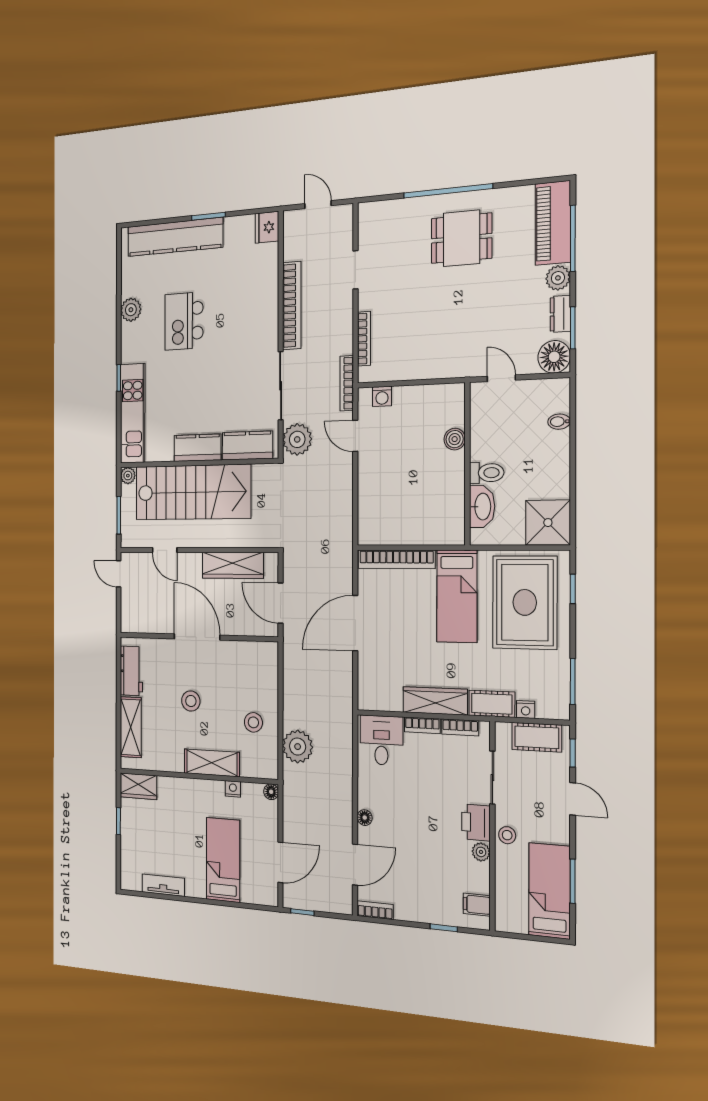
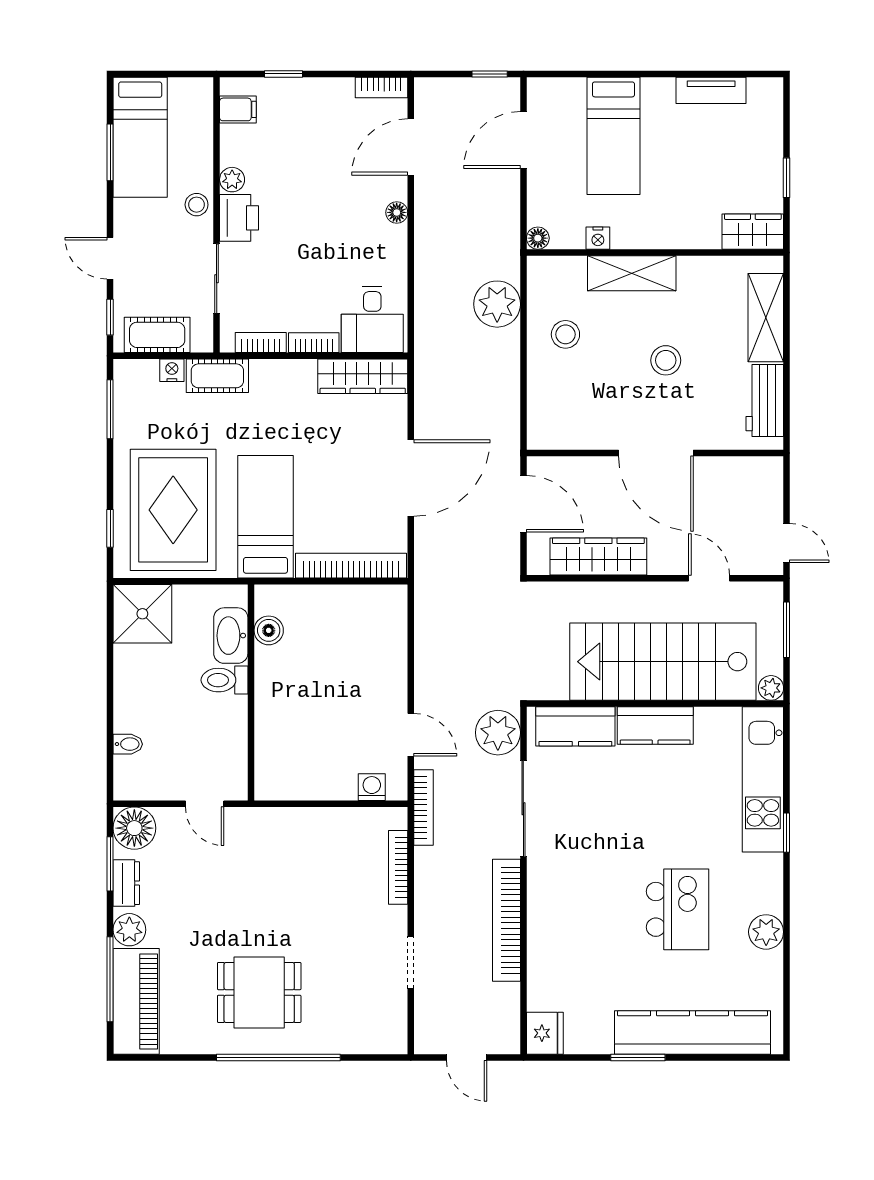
boiler: (455, 439) -> (269, 630), moved
wardrobe: (435, 701) -> (363, 376), moved

